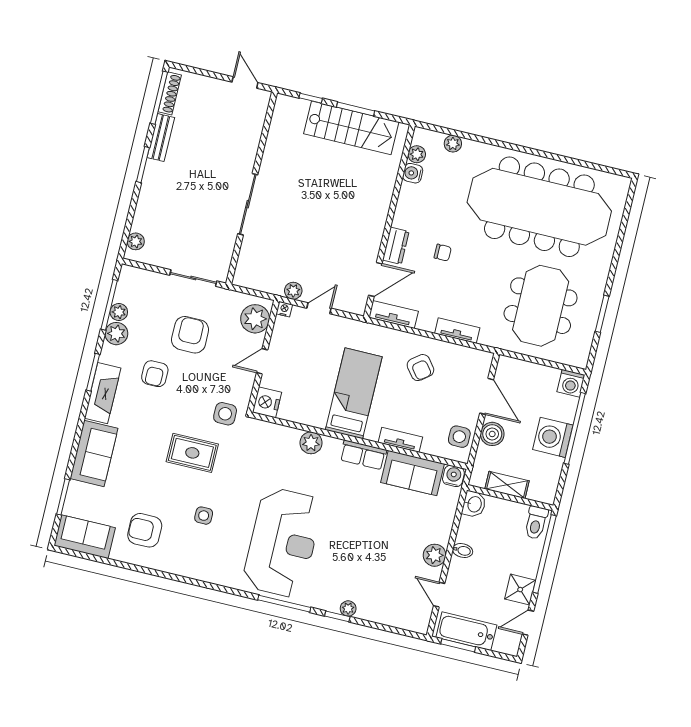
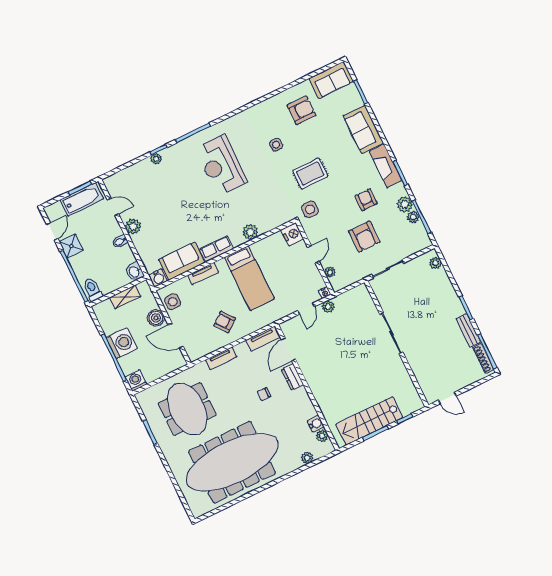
plant: (255, 319) -> (330, 272), width x0.53, depth x0.53
reception desk: (283, 543) -> (221, 165), width x0.74, depth x0.77

